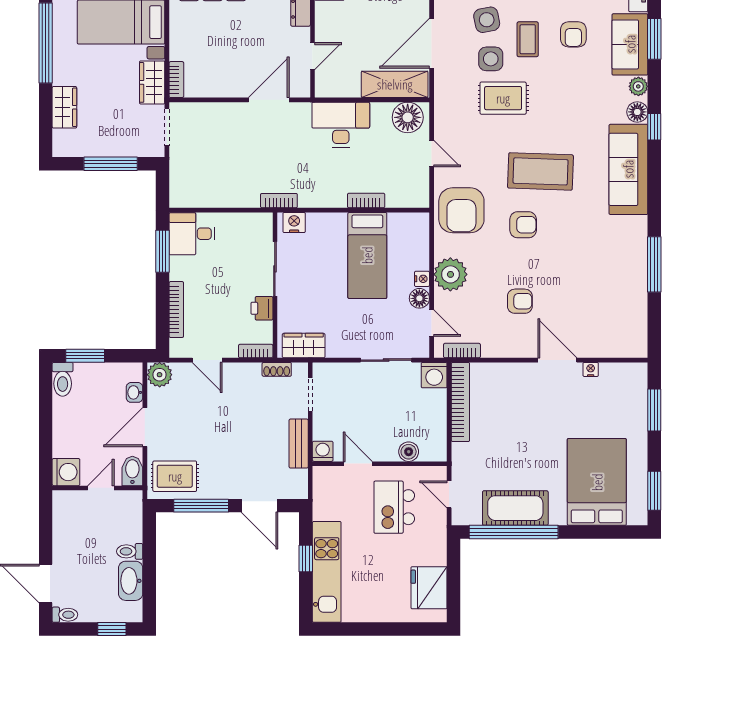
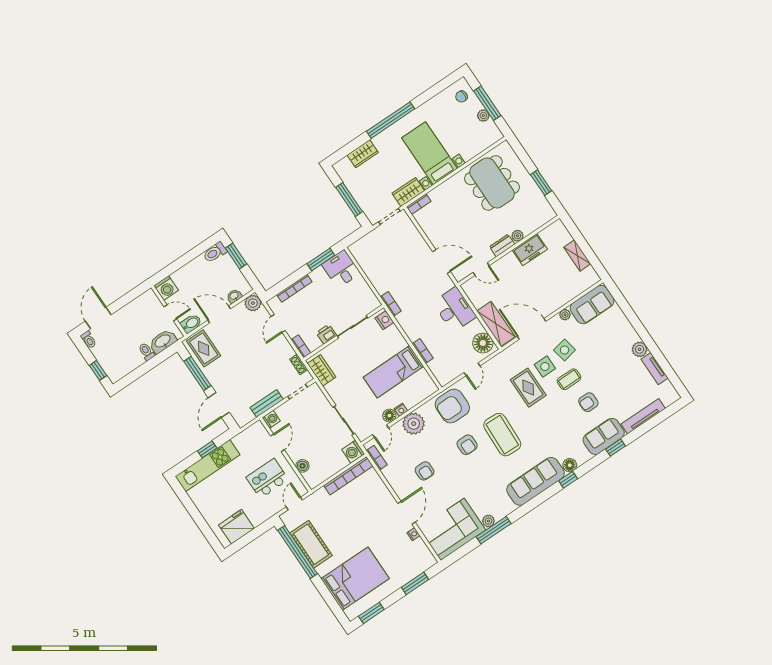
window: (654, 39) -> (616, 448), width x0.67
plant: (638, 86) -> (488, 521), moved
corner sofa: (618, 316) -> (452, 529), added
washbasin: (131, 581) -> (163, 341), moved

